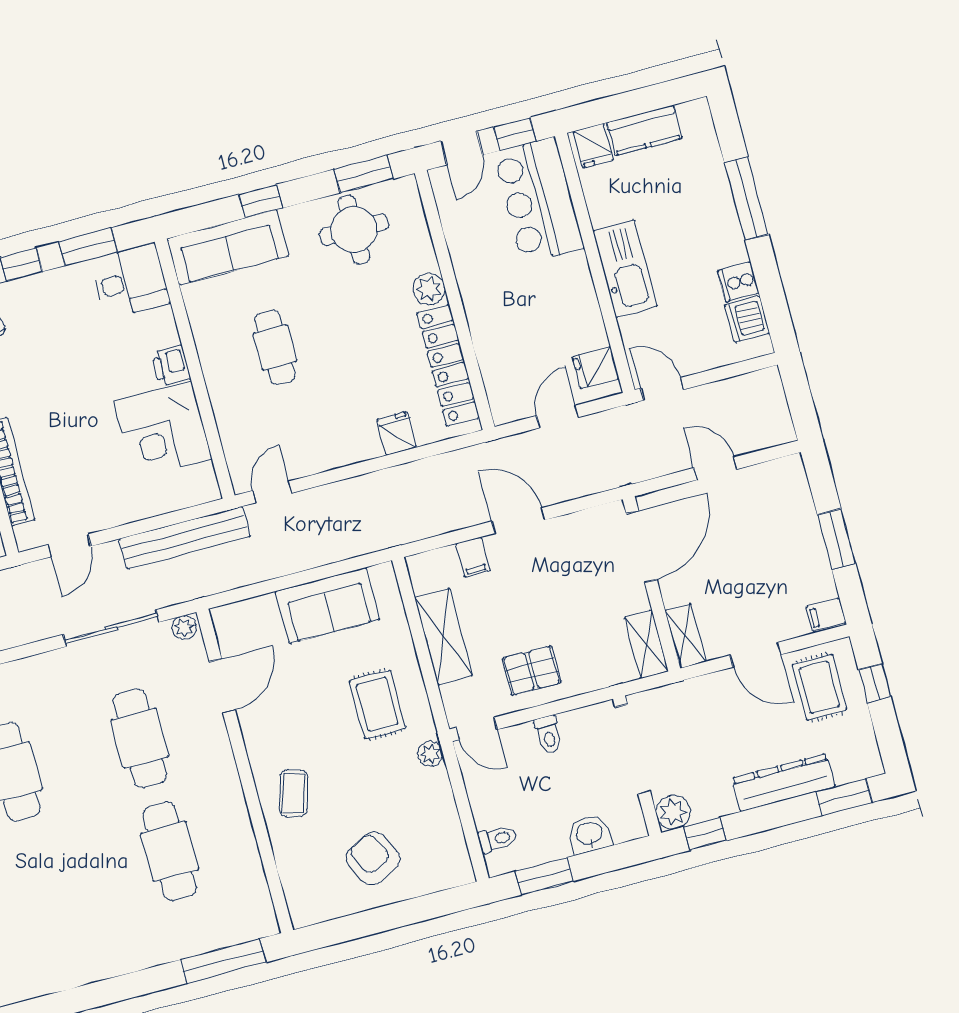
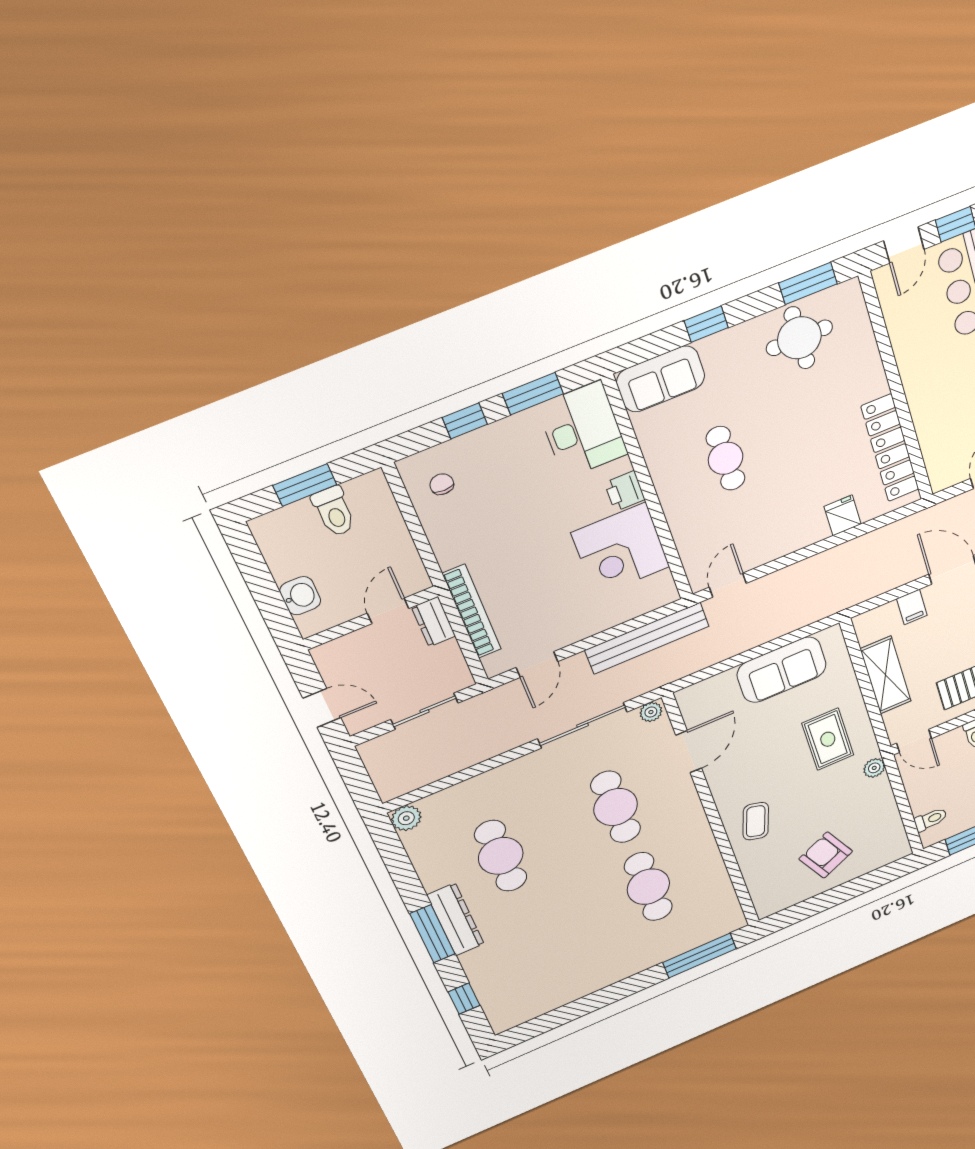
sofa: (228, 247) -> (661, 379), width x0.73
desk: (130, 281) -> (583, 430), width x1.37
plant: (429, 289) -> (872, 382), removed

